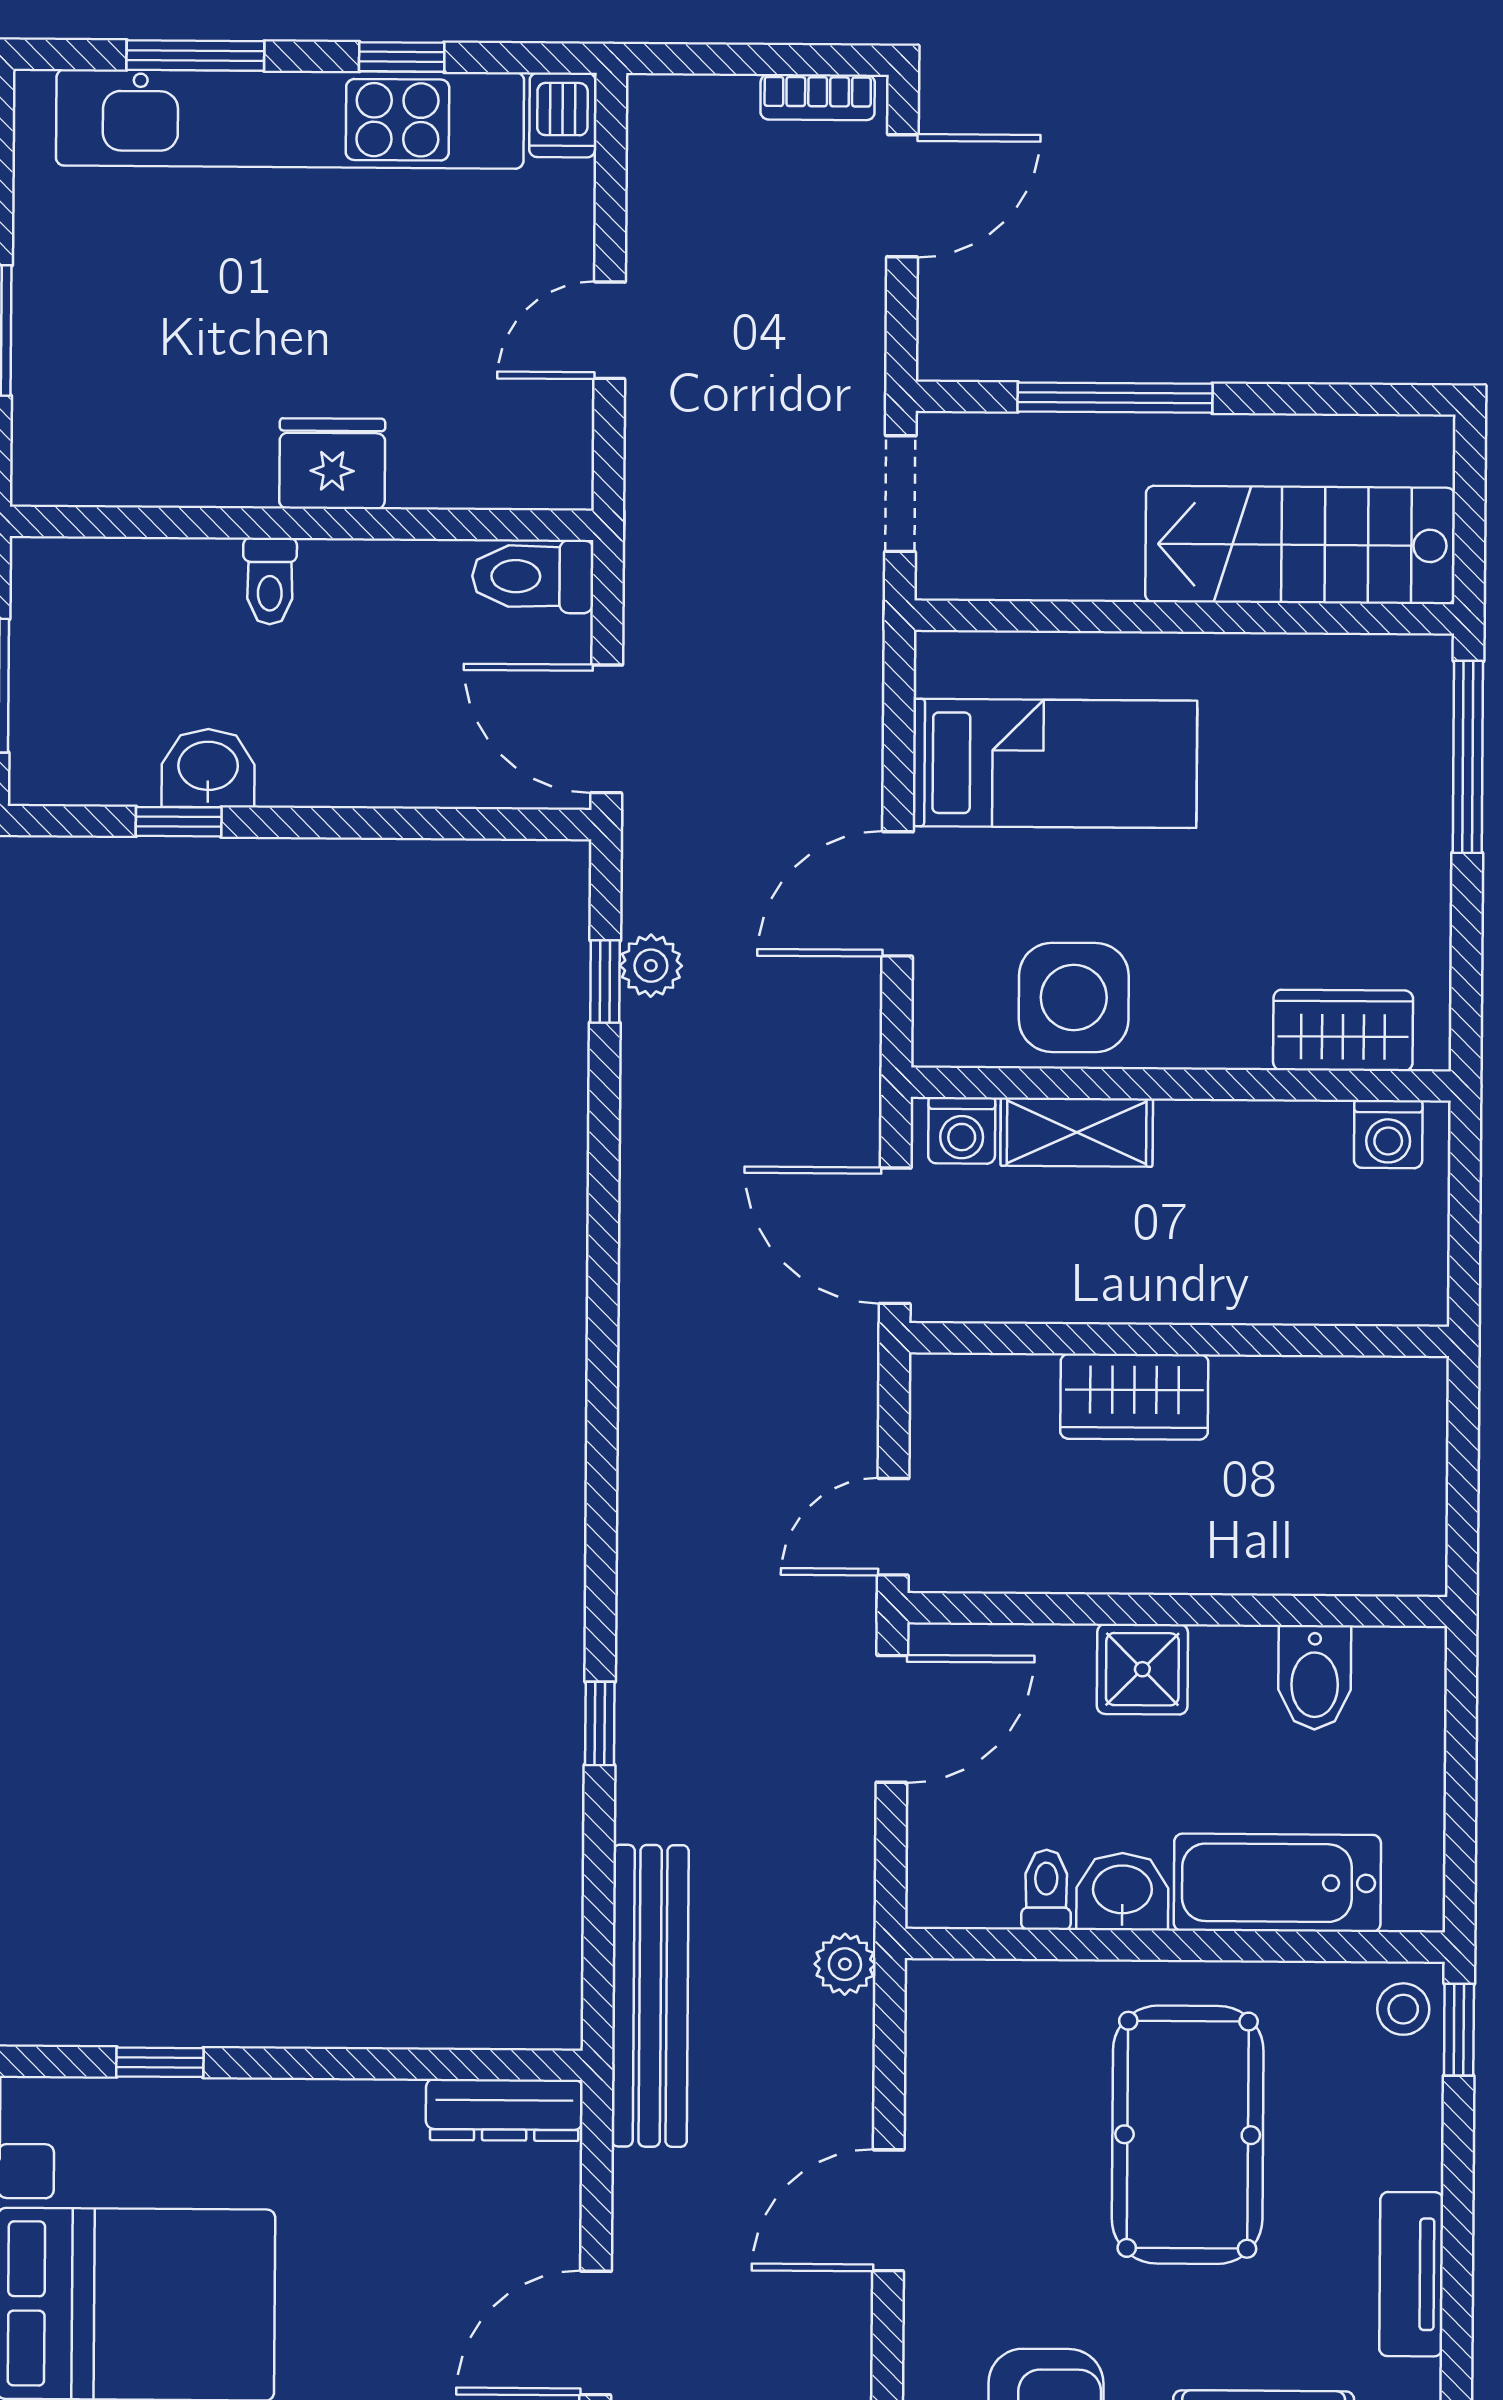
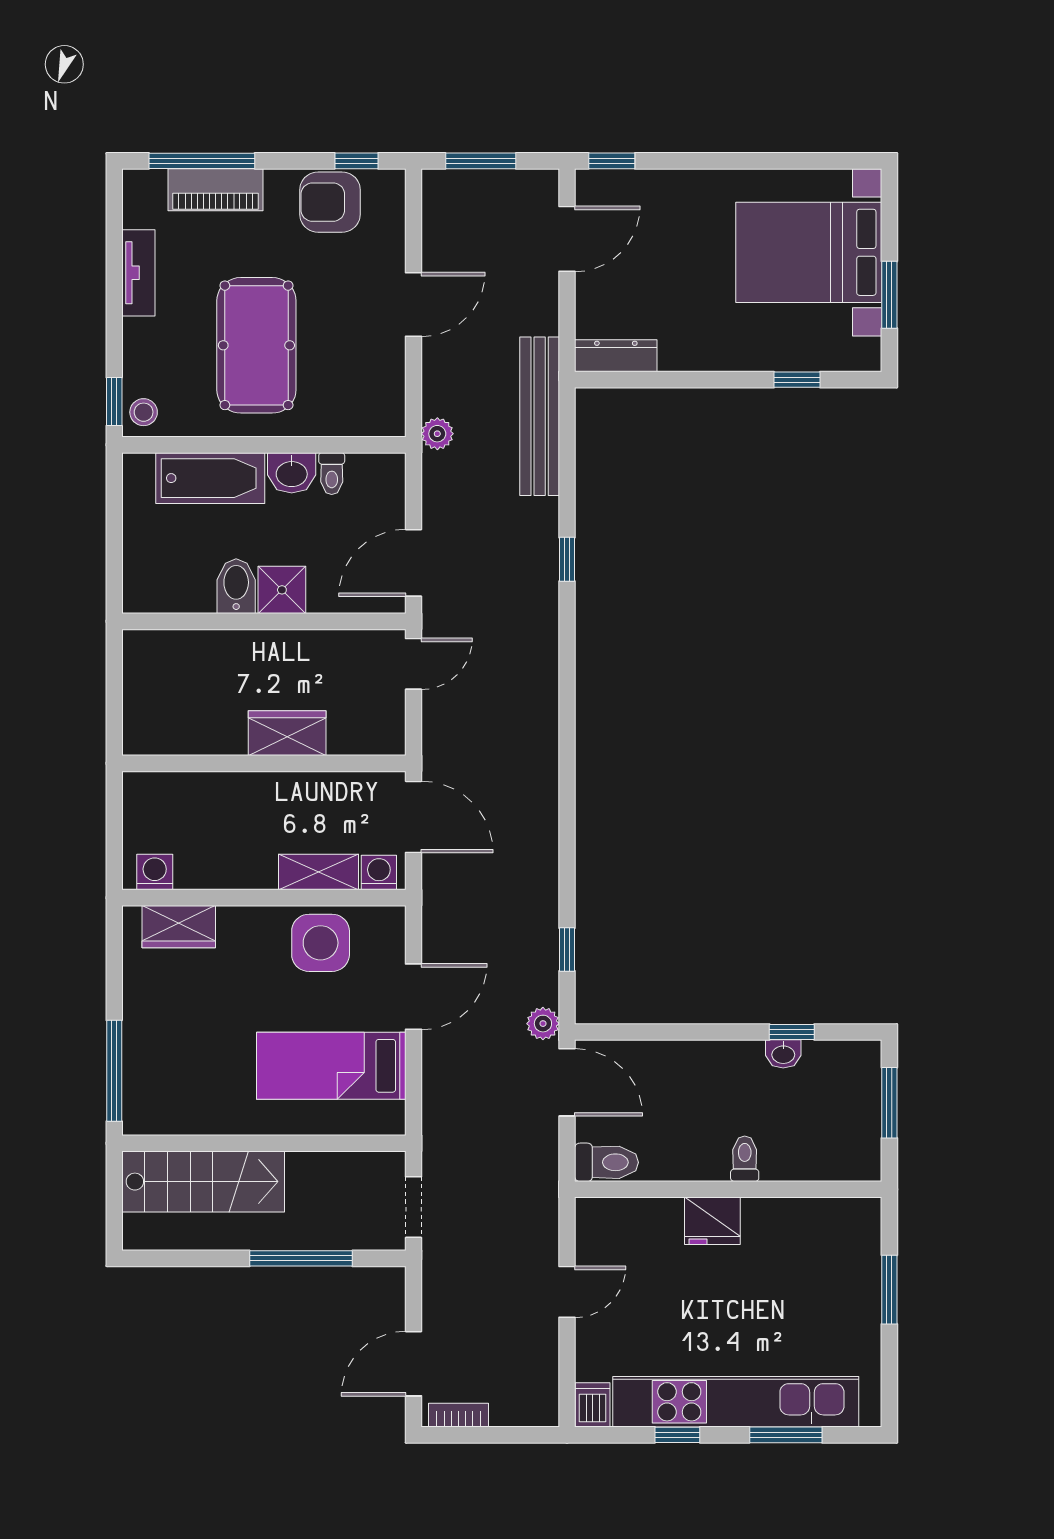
washbasin: (208, 768) -> (783, 1054), width x0.72, depth x0.69
plant: (651, 966) -> (543, 1024), moved
bidet: (1315, 1677) -> (236, 586), moved

